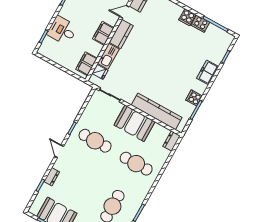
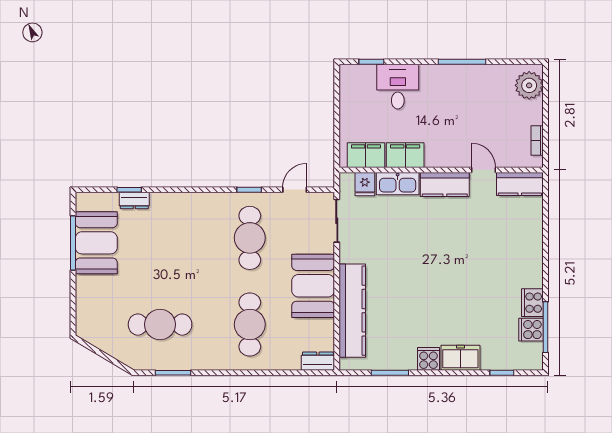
cooker: (187, 17) -> (531, 330), moved
filing cabinet: (103, 33) -> (405, 155), moved
cooker: (194, 98) -> (428, 359), moved
door: (59, 151) -> (295, 190), moved
dresser: (52, 177) -> (134, 200), moved

